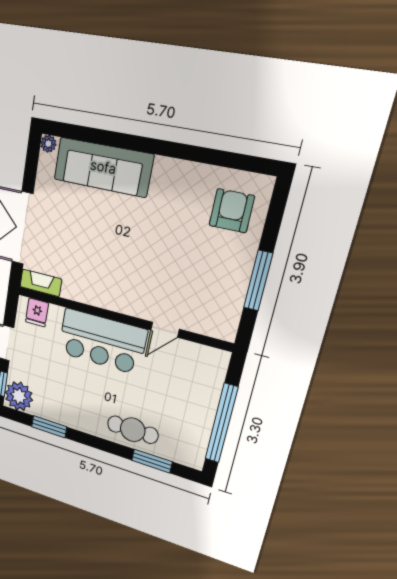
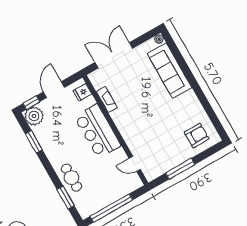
fireplace: (41, 283) -> (107, 100), moved
door: (165, 330) -> (135, 164), moved

